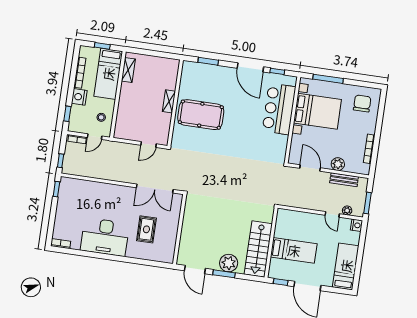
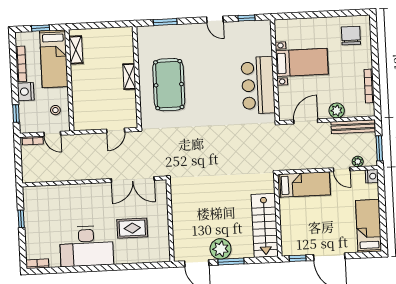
door: (250, 67) -> (215, 20), width x0.53
window: (328, 79) -> (306, 15), removed
bar counter: (279, 109) -> (258, 85), moved
bed with nightstands: (317, 111) -> (302, 62), width x0.73
pool table: (201, 115) -> (169, 85), turned 90
door: (95, 137) -> (52, 134), hinge flipped
window: (61, 161) -> (19, 169), removed
door: (310, 168) -> (306, 121), hinge flipped
bench: (344, 180) -> (353, 127), width x1.36
window: (56, 189) -> (21, 219), moved
rug: (146, 229) -> (132, 228), turned 90
bed: (294, 250) -> (304, 184), moved
plant: (229, 263) -> (221, 249), moved

